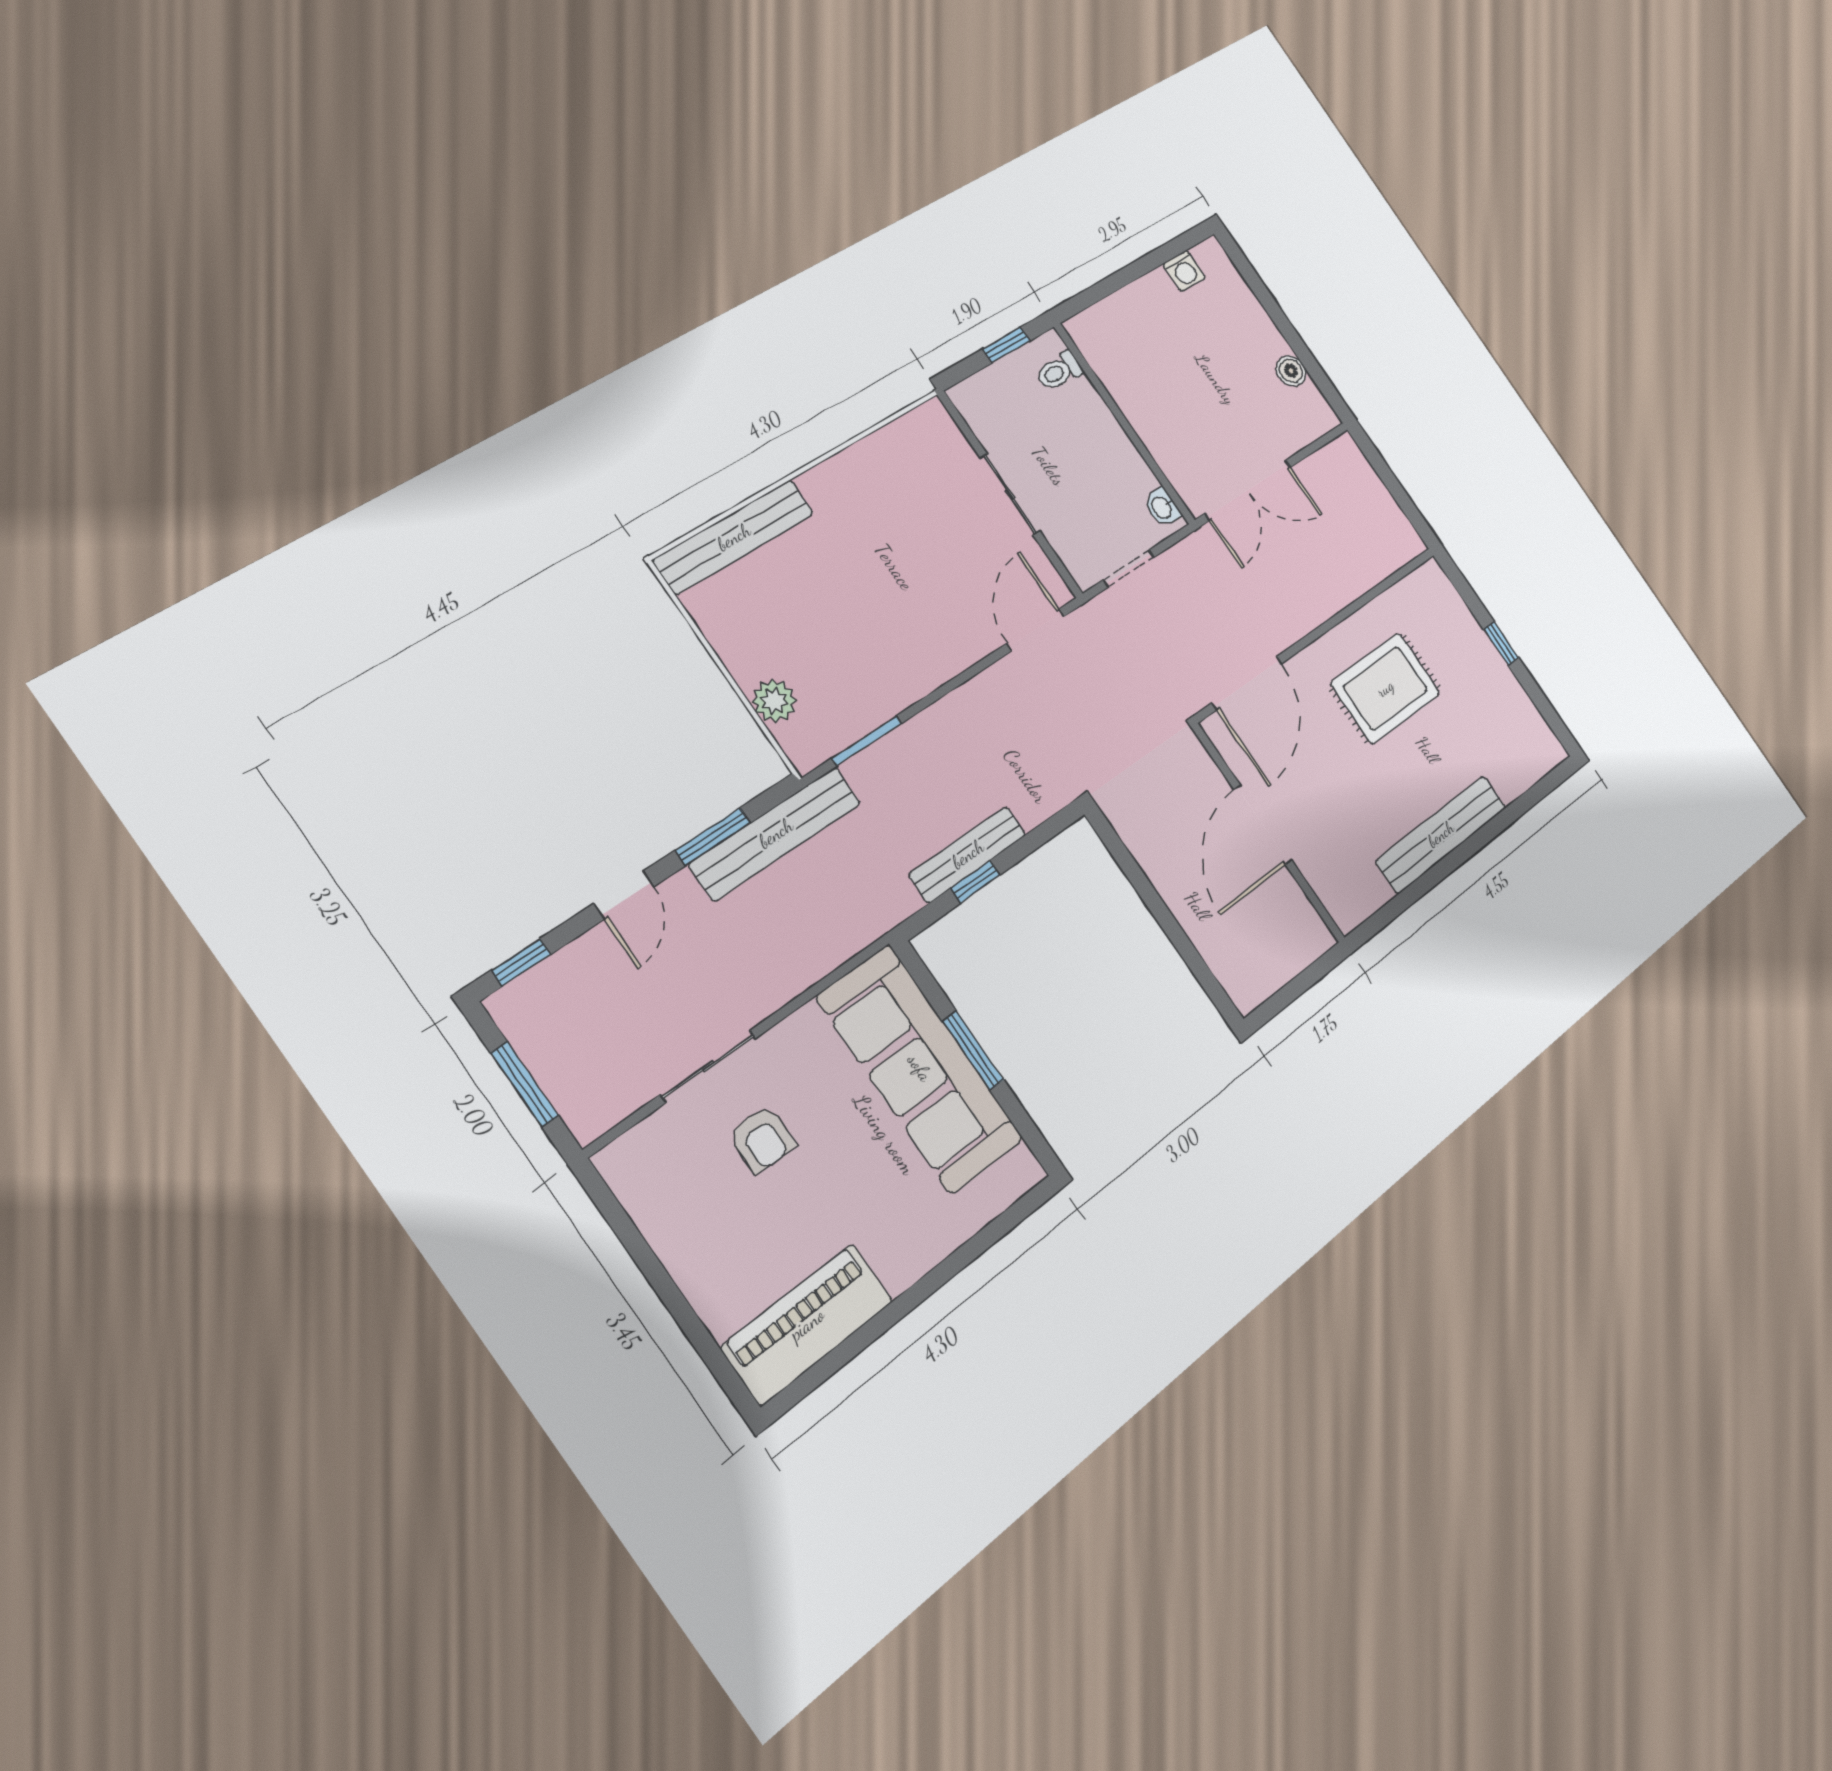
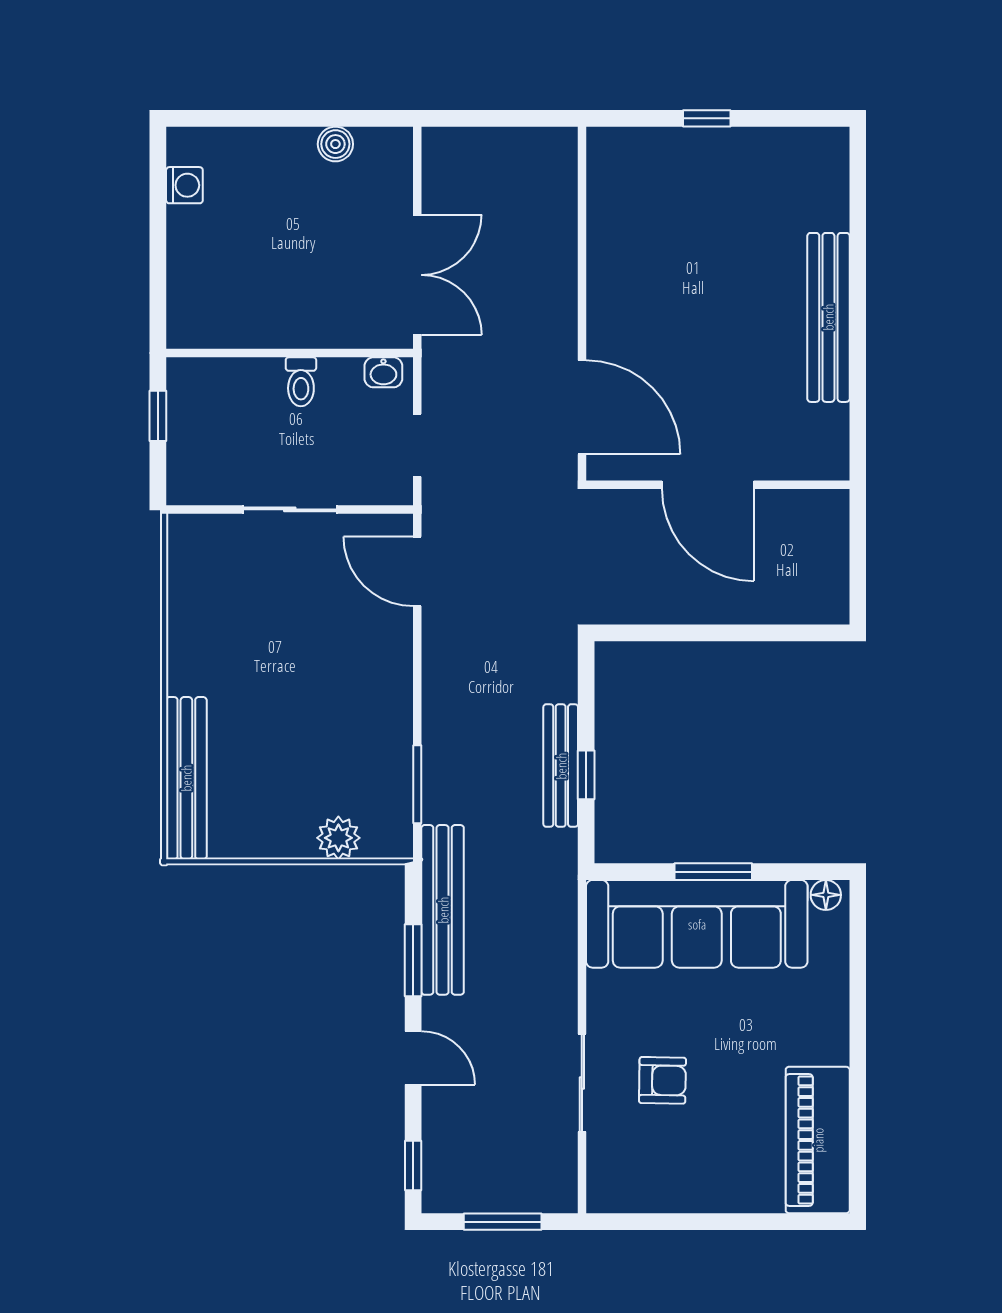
toilet: (1059, 371) -> (301, 382), moved
rug: (1385, 688) -> (671, 273), removed
floor lamp: (1022, 1165) -> (826, 895), added

